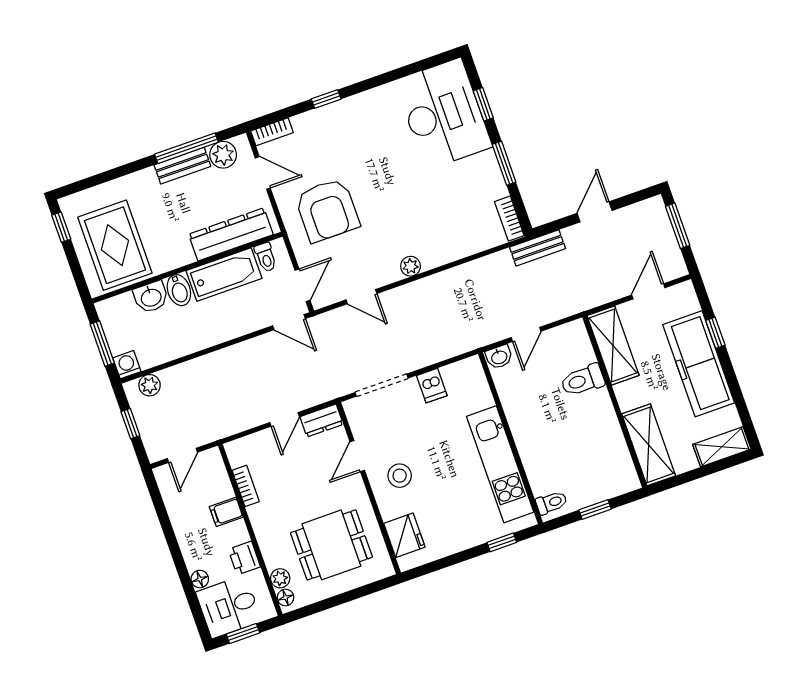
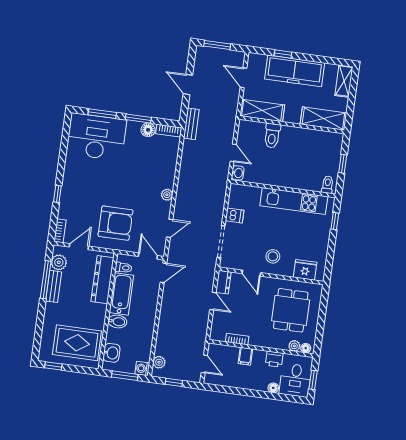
window: (483, 104) -> (102, 114), width x1.50
floor lamp: (494, 187) -> (148, 130), added
washbasin: (151, 297) -> (111, 353), moved

